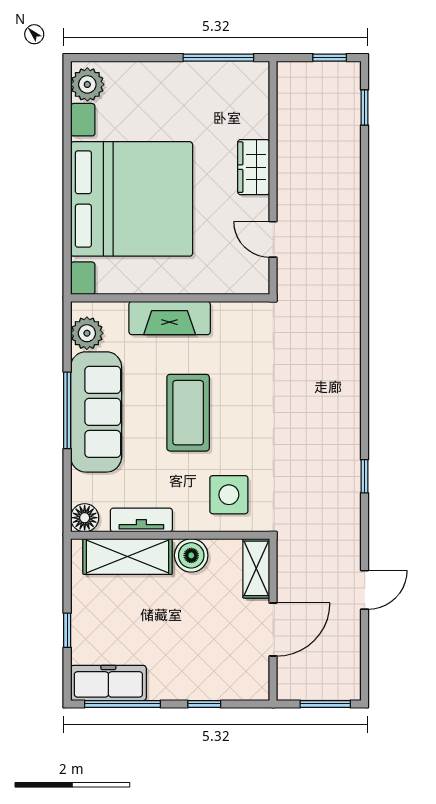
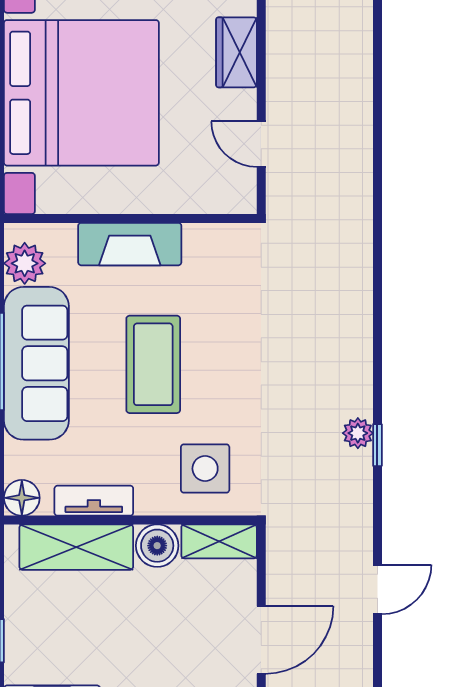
plant: (349, 467) -> (358, 433), added
shelving: (256, 568) -> (219, 541), moved, turned 90

